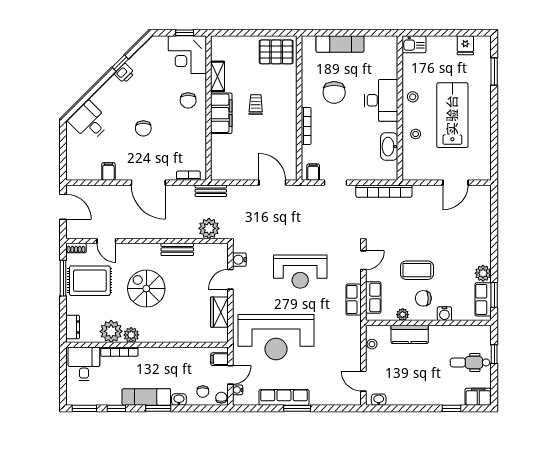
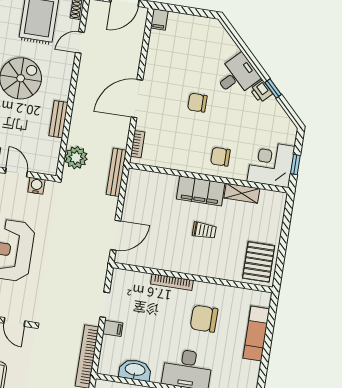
desk: (89, 122) -> (237, 76), moved
filing cabinet: (108, 172) -> (159, 20), moved, turned 90
filing cabinet: (313, 172) -> (113, 328), moved
bench: (211, 191) -> (116, 172), width x1.36

